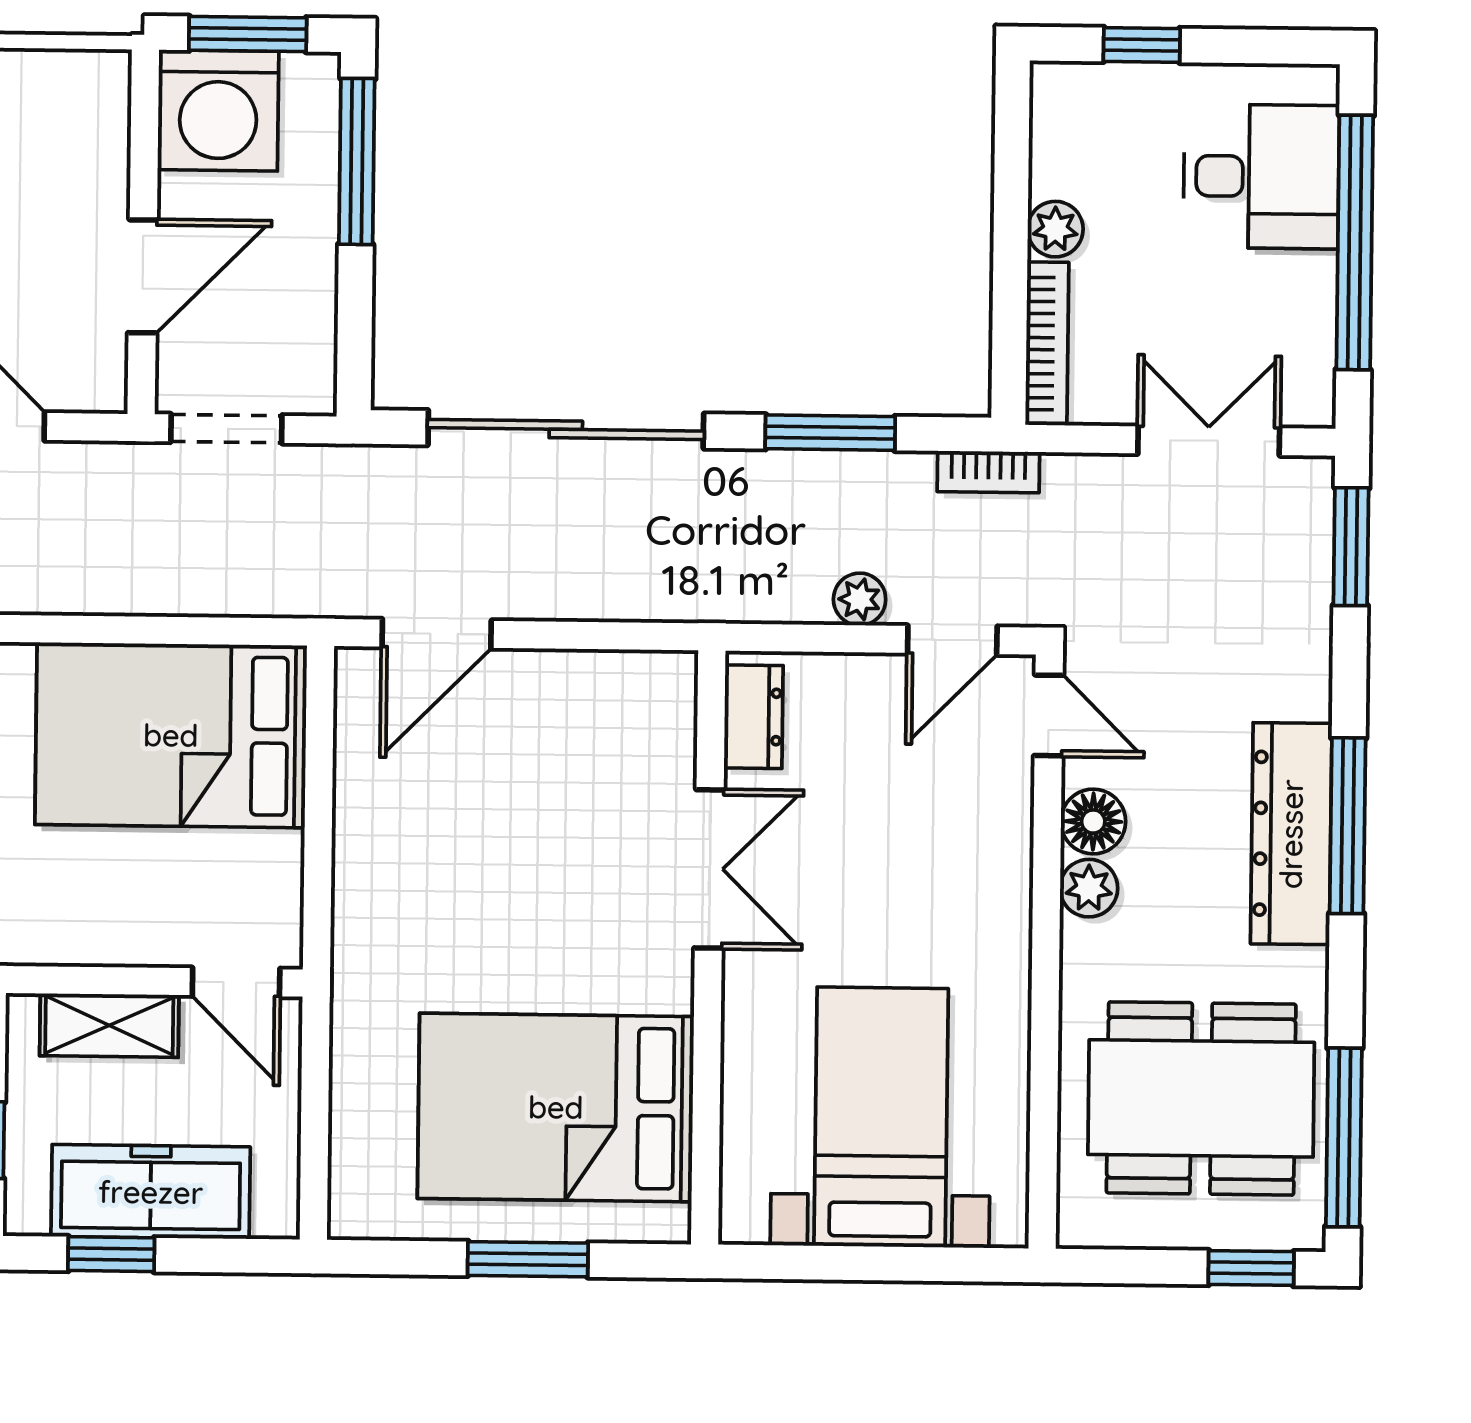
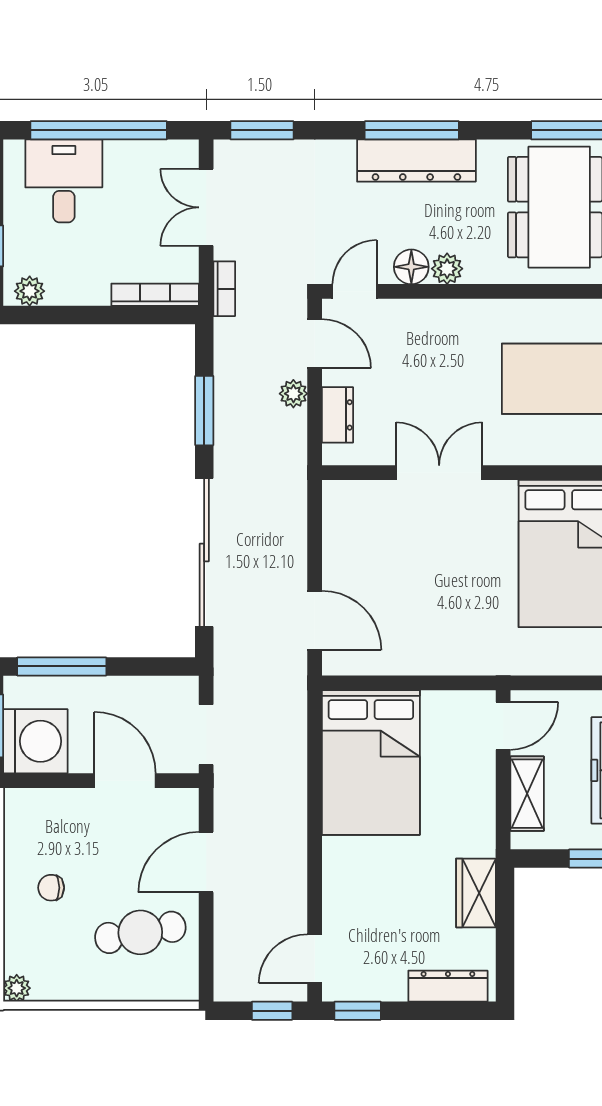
plant: (1055, 229) -> (30, 291), moved
bookcase: (988, 472) -> (224, 289), moved
dresser: (754, 717) -> (338, 415), moved, turned 90

